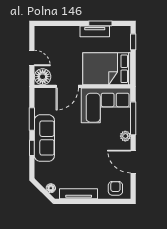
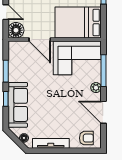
door: (67, 86) -> (40, 40), hinge flipped
sofa: (44, 138) -> (18, 105), moved
armchair: (115, 188) -> (86, 138), turned 90

